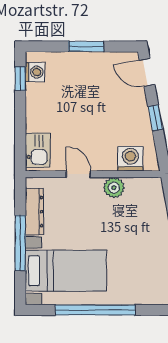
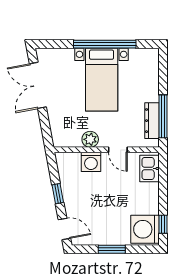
washing machine: (35, 72) -> (145, 229), width x1.89, depth x1.89
washing machine: (130, 159) -> (91, 162), moved
window: (20, 243) -> (163, 116), moved
bed with nightstands: (66, 271) -> (102, 80), moved, turned -90

